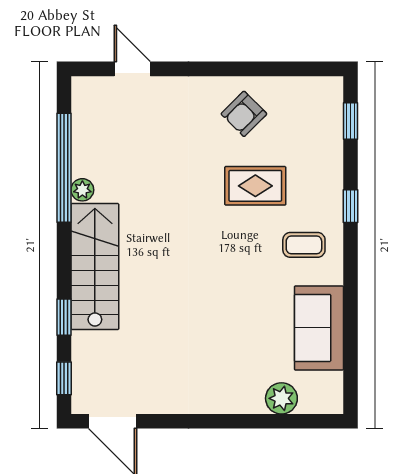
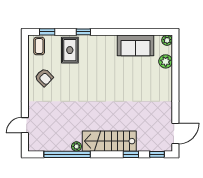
rug: (255, 186) -> (70, 50), moved
coffee table: (304, 245) -> (39, 46), moved
plant: (331, 402) -> (167, 40), added

